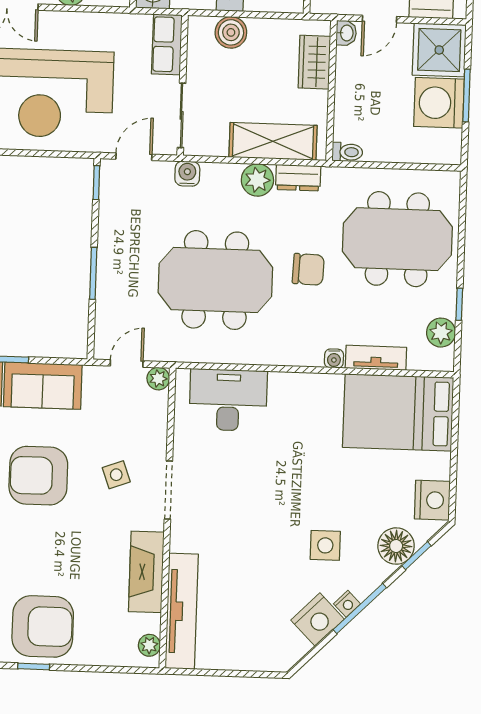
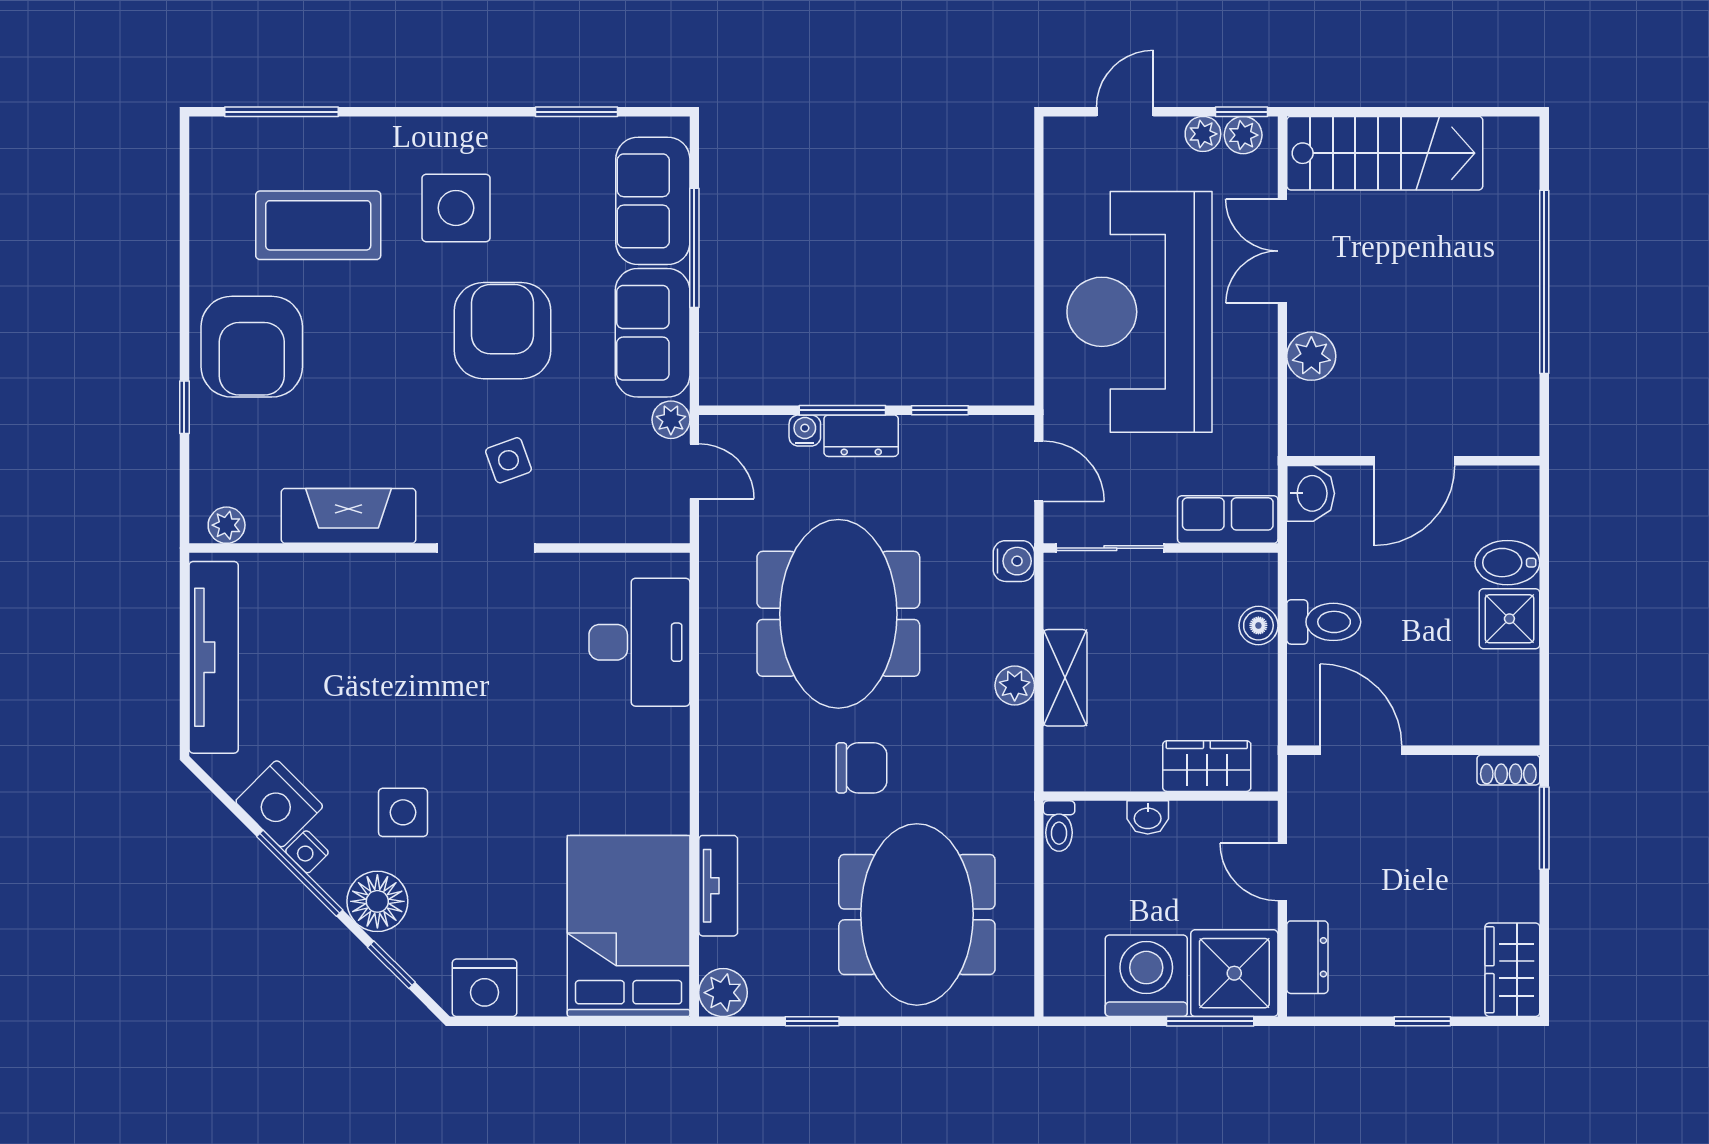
boiler: (231, 32) -> (1258, 625), width x0.73, depth x0.73
washbasin: (346, 33) -> (1148, 817), moved
window: (466, 96) -> (1210, 1021), moved
shelving: (273, 141) -> (1065, 678), width x0.67, depth x0.75
dresser: (298, 178) -> (861, 436), moved, turned -90
plant: (257, 180) -> (1015, 686), width x0.73, depth x0.73
window: (96, 183) -> (940, 410), moved
chair: (308, 269) -> (862, 768), turned -92
plant: (441, 333) -> (723, 993), moved
water cooler: (334, 359) -> (805, 431), moved, turned 90
plant: (158, 379) -> (671, 420), moved
floor lamp: (396, 546) -> (377, 901), moved
tv unit: (182, 611) -> (214, 657), moved, turned -90
window: (34, 667) -> (184, 407), moved

